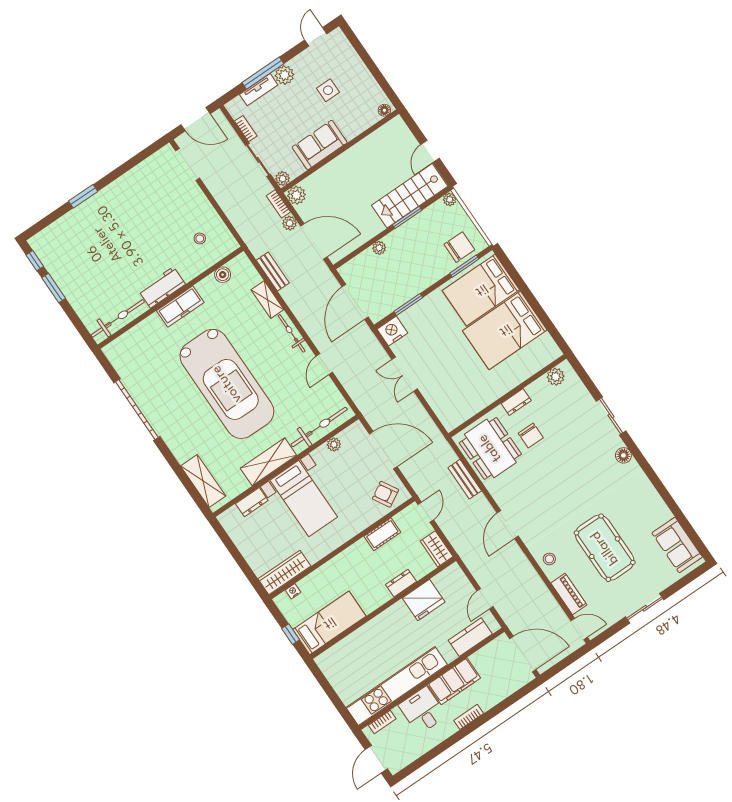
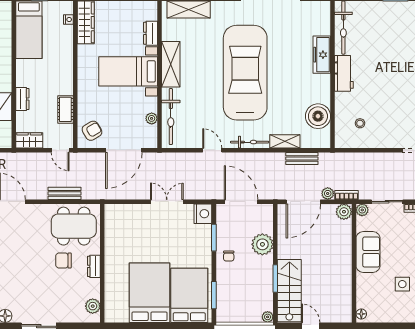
chair: (459, 247) -> (229, 256), moved, width x0.54, depth x0.54
plant: (379, 248) -> (262, 244), width x1.87, depth x1.87
boiler: (223, 275) -> (318, 116), width x1.86, depth x1.86
freezer: (180, 307) -> (322, 55), moved
car: (227, 384) -> (245, 73), turned 90

